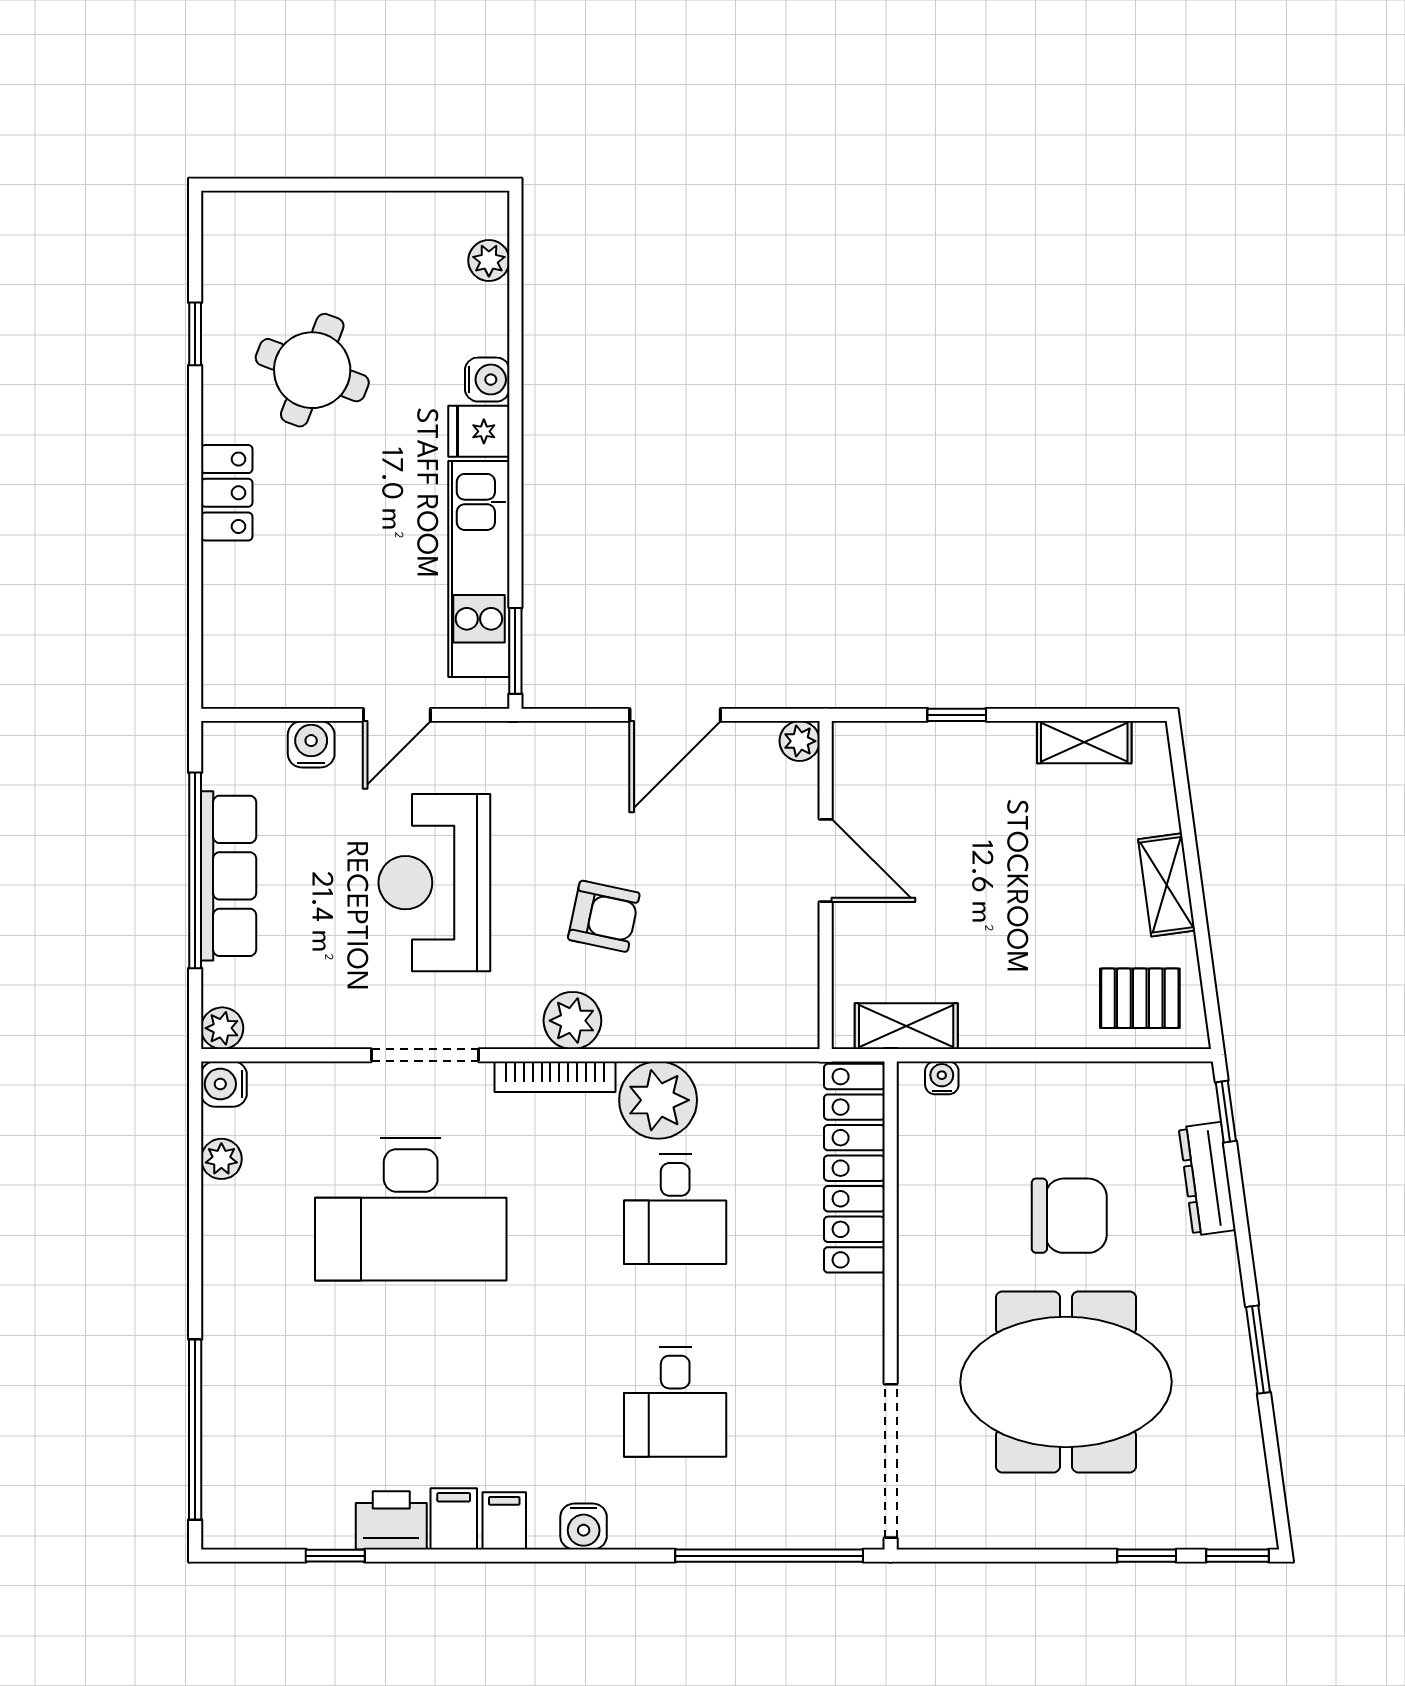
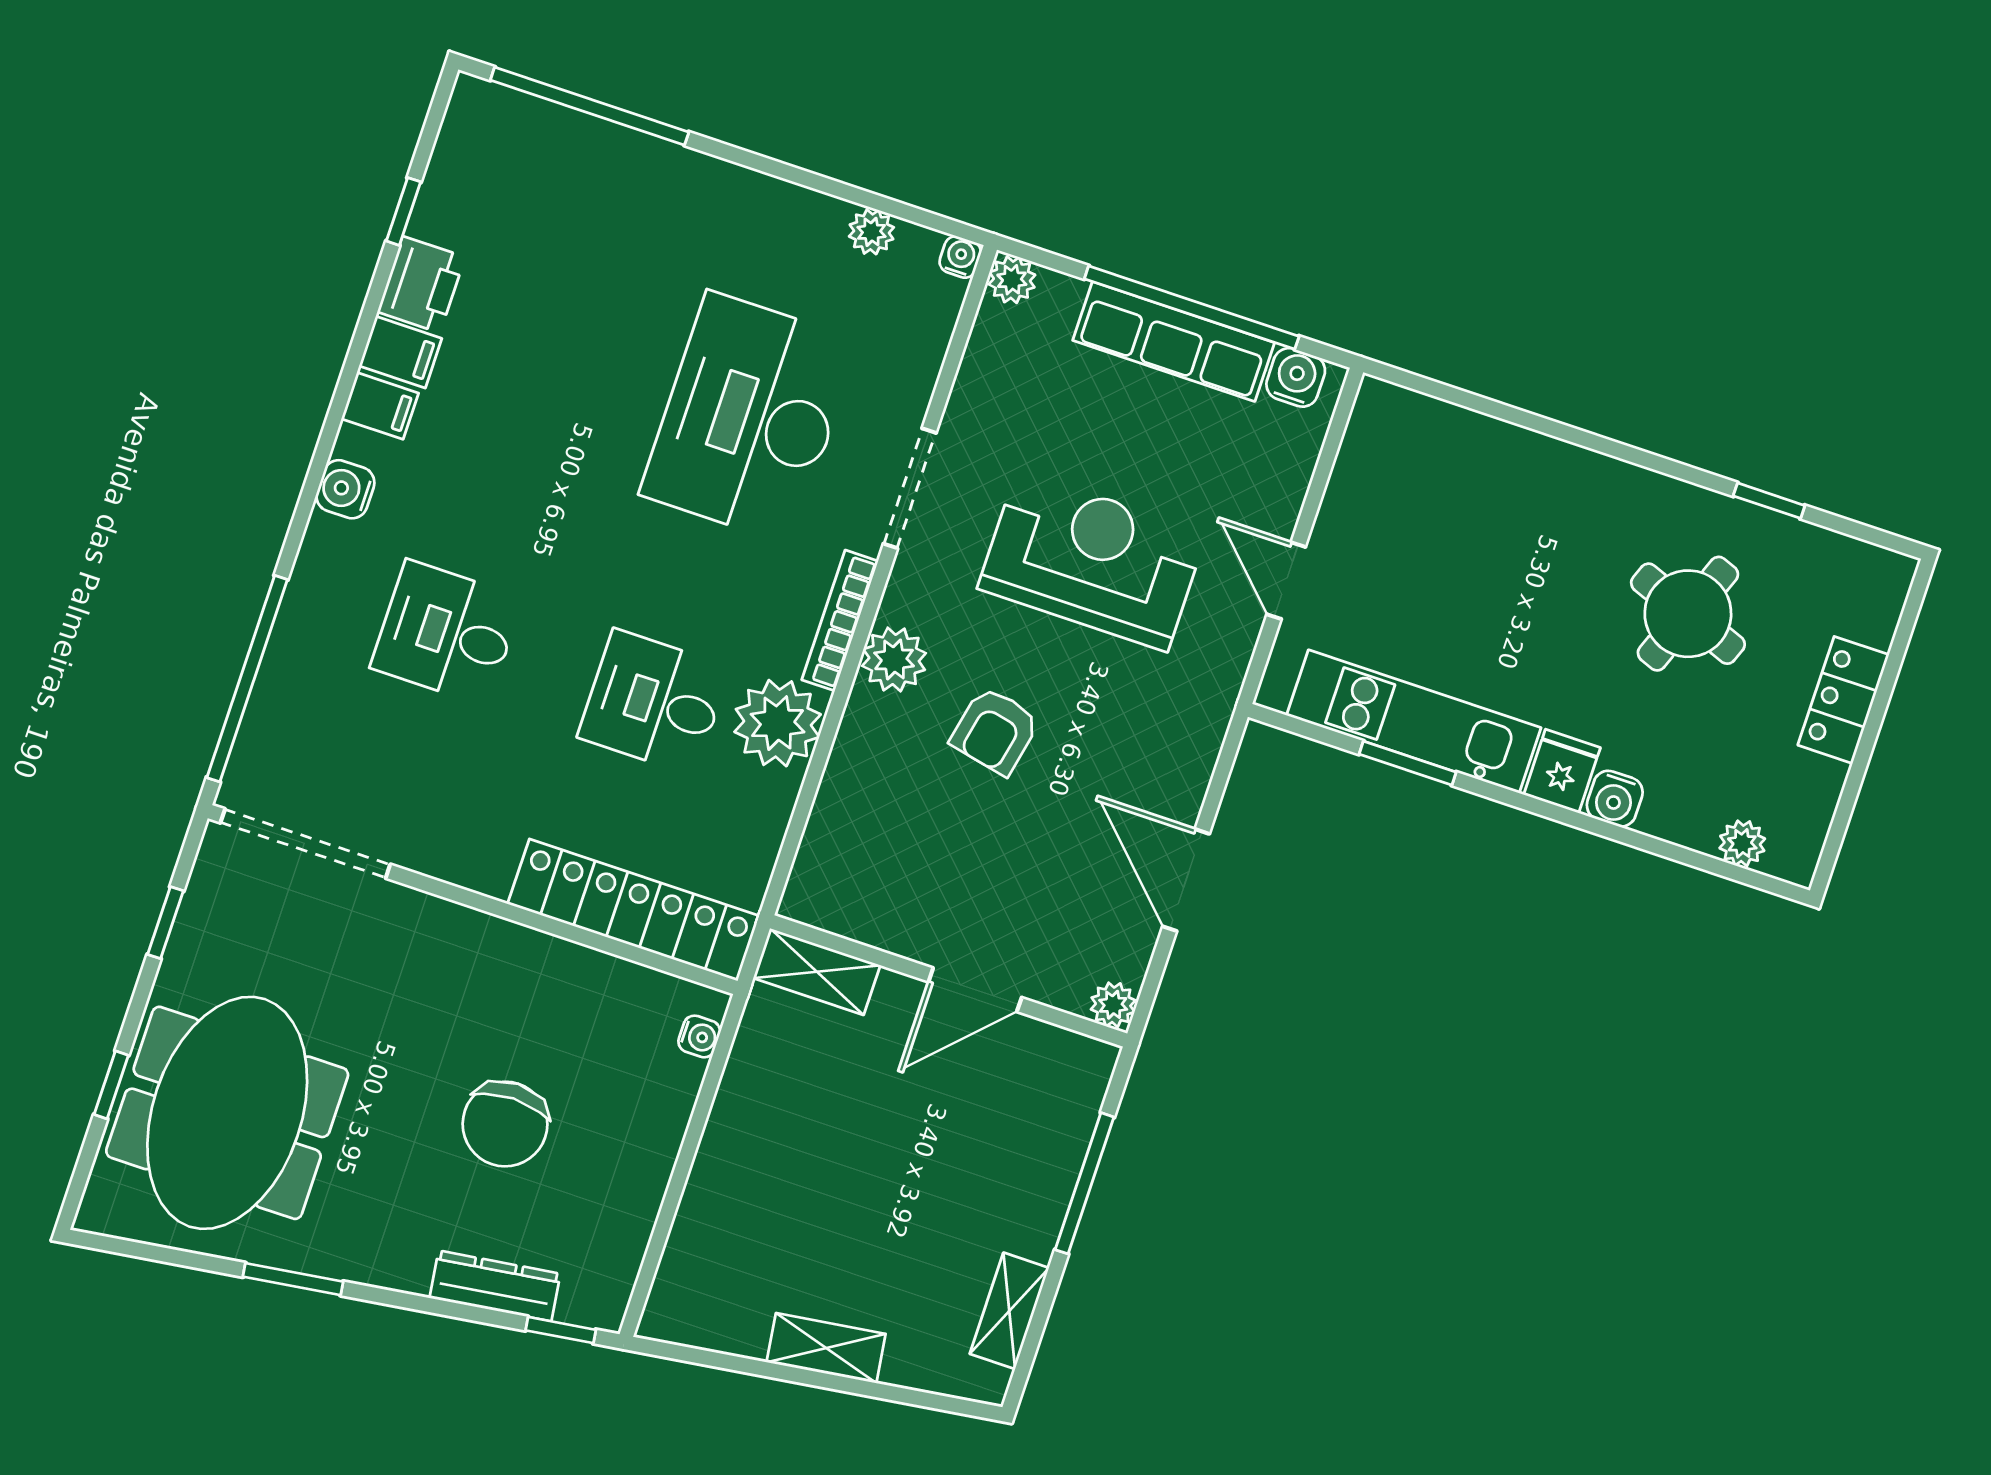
locker: (227, 493) -> (1843, 700), moved, turned 90
window: (515, 651) -> (1408, 763), moved
window: (957, 715) -> (1085, 1183), width x2.17
water cooler: (311, 744) -> (1296, 377), moved, turned -90
pallet: (1140, 998) -> (714, 1278), removed
shelving: (906, 1026) -> (817, 972), moved, turned 90
water cooler: (224, 1084) -> (960, 257), width x0.72, depth x0.72
meeting table: (1066, 1382) -> (227, 1113), moved
window: (1237, 1556) -> (165, 923), moved

